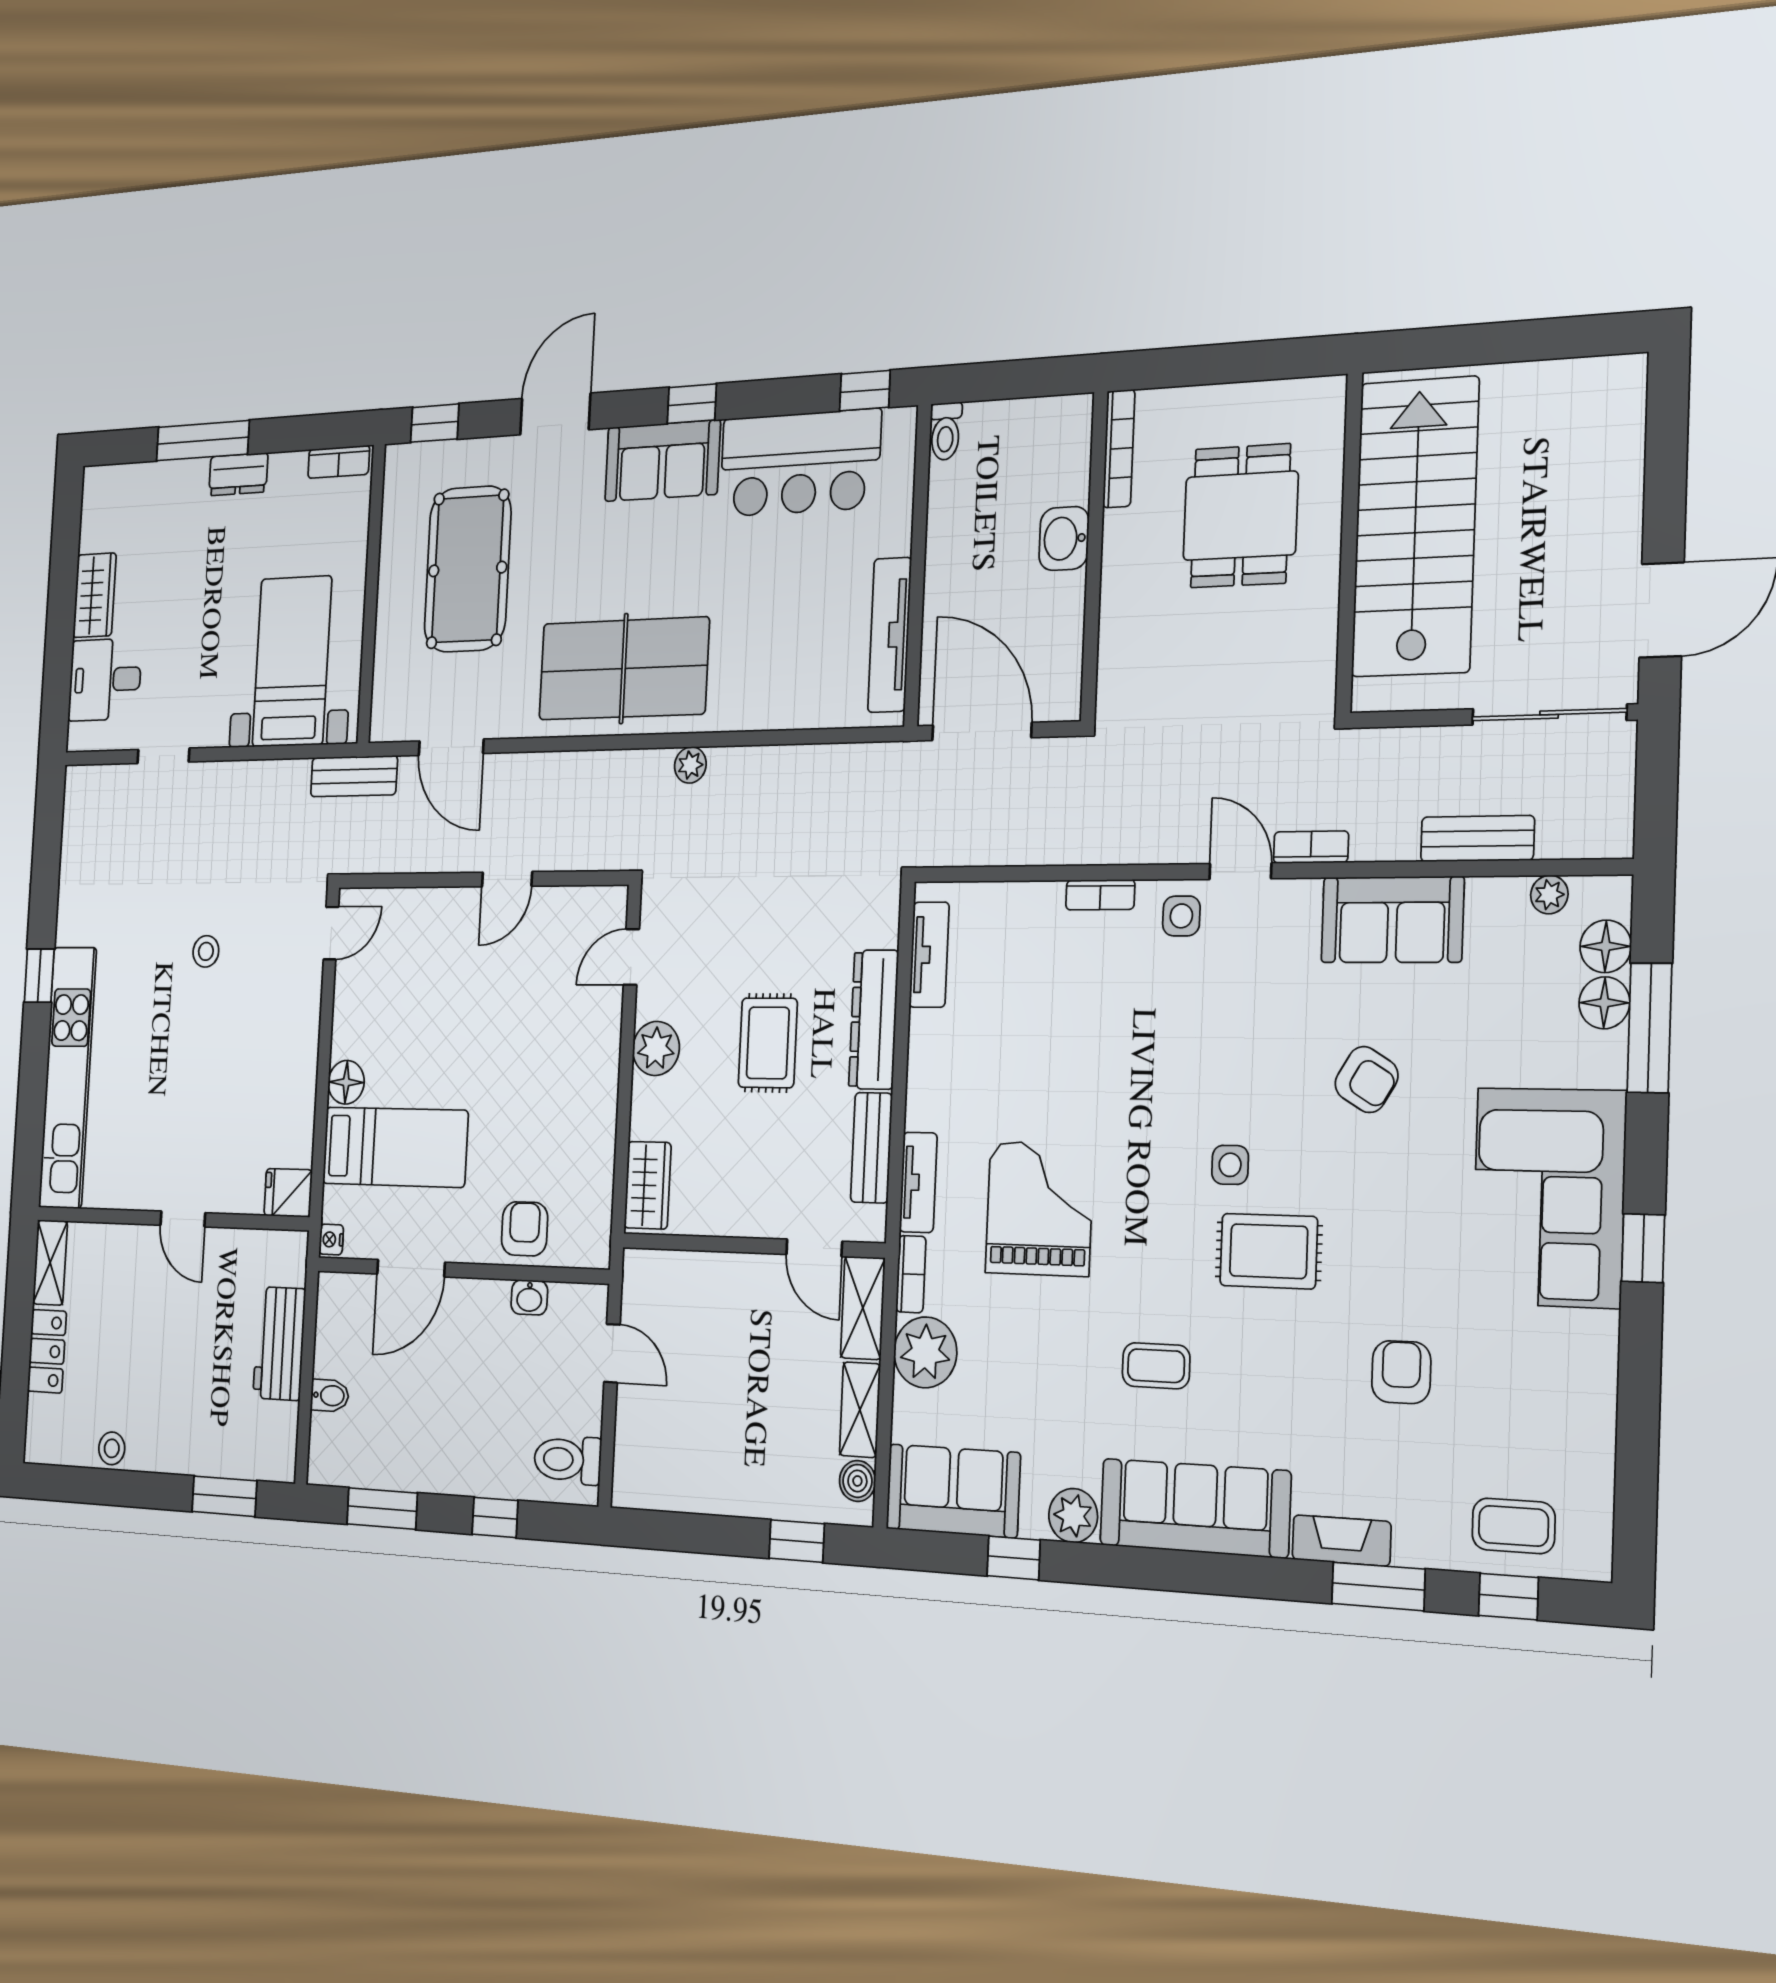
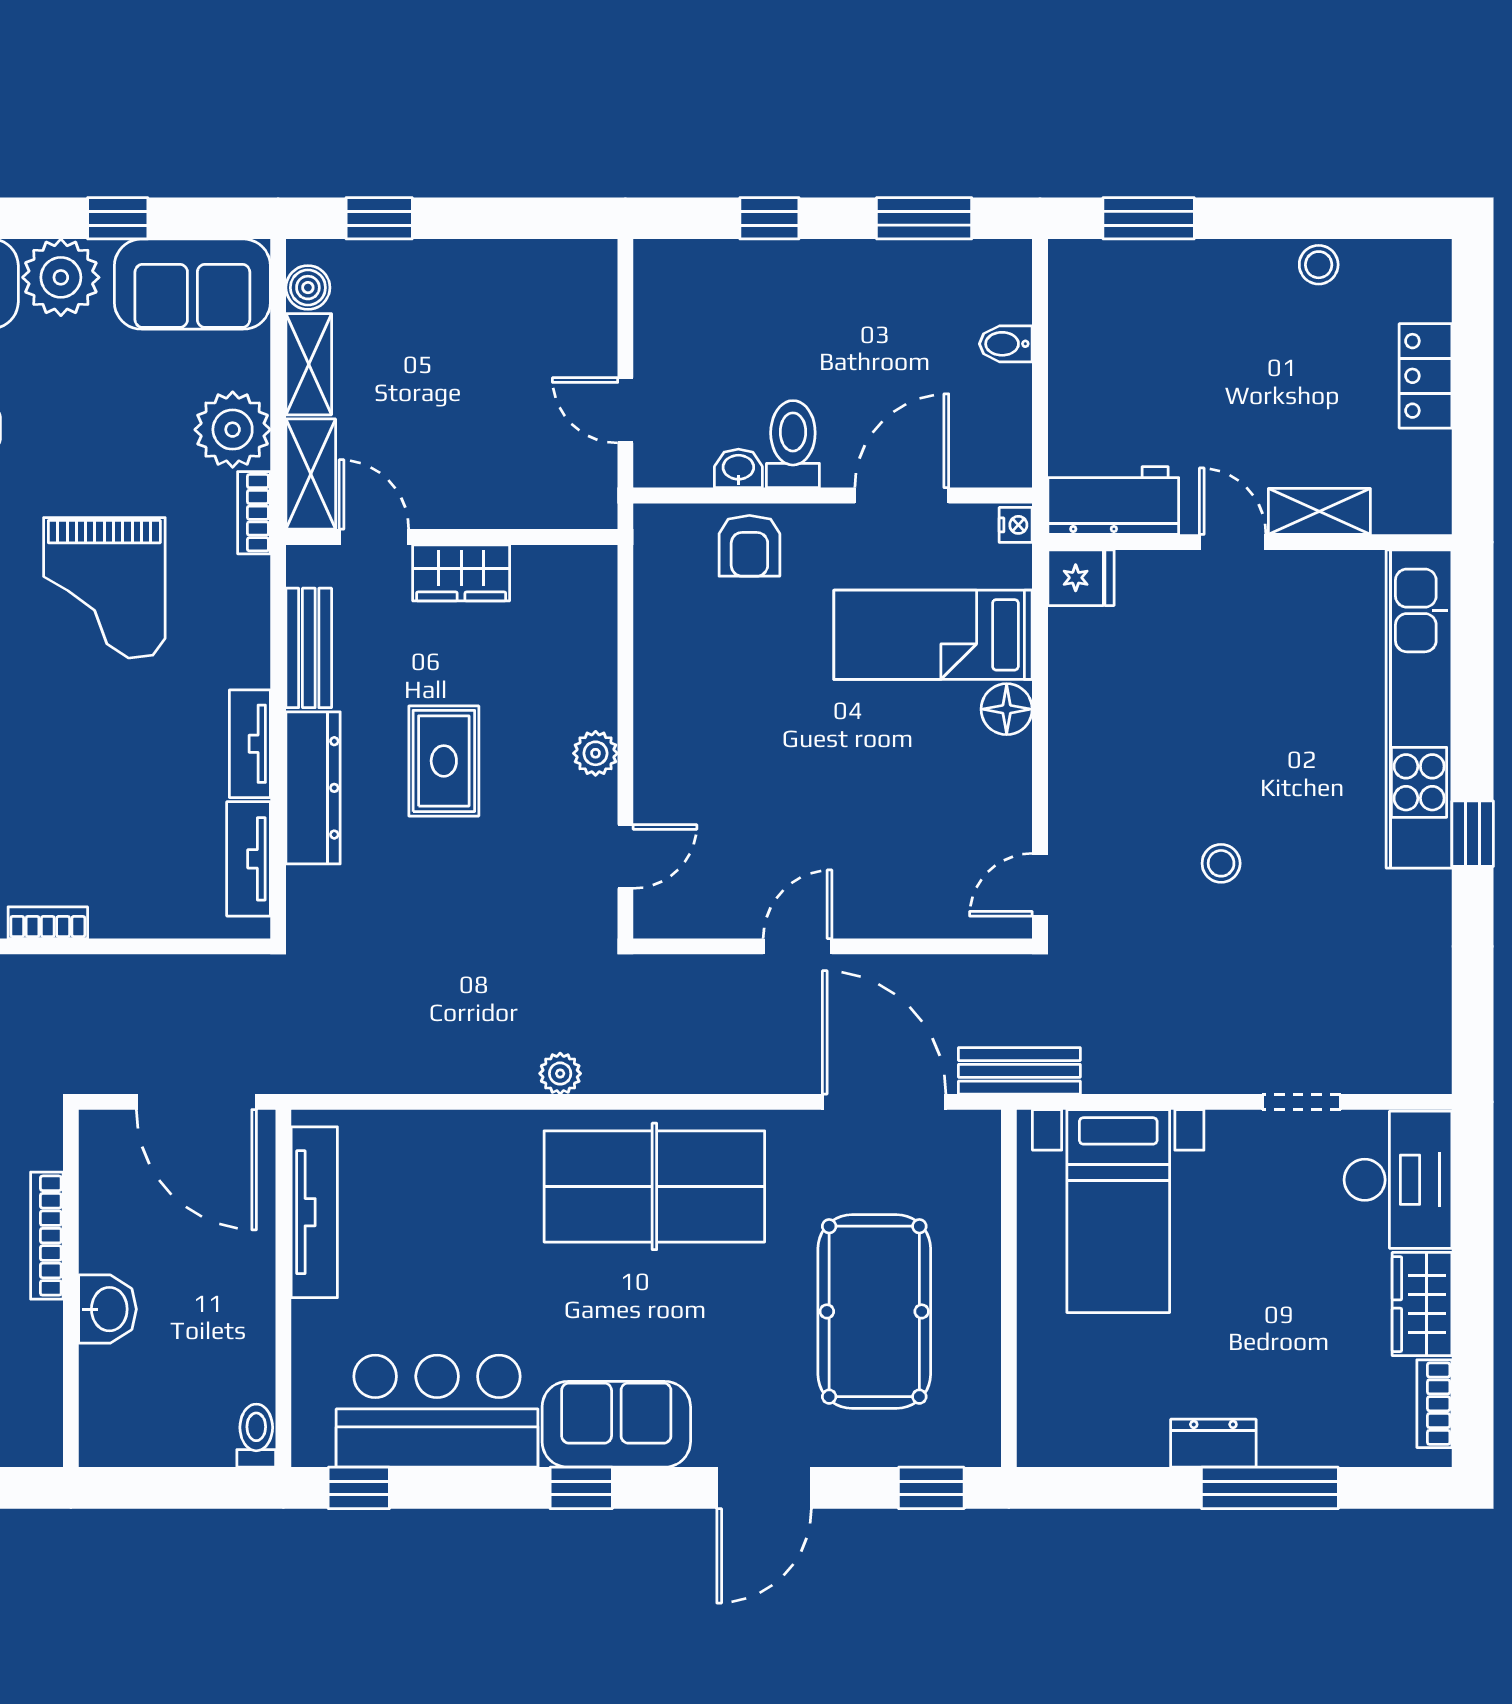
bookcase: (1119, 449) -> (47, 1236), moved
bookcase: (339, 462) -> (1434, 1404), moved, turned -90
desk: (105, 680) -> (1398, 1180), width x1.37
door: (451, 747) -> (884, 1102), width x1.36
plant: (656, 1048) -> (596, 753), width x0.73, depth x0.73
tv unit: (918, 1182) -> (250, 744), moved
wardrobe: (648, 1185) -> (461, 573), moved, turned -90
shelving: (50, 1263) -> (1319, 511), moved, turned 90
workbench: (279, 1343) -> (1113, 501), moved, turned -90
toilet: (568, 1460) -> (793, 444), moved, turned -90
plant: (1073, 1516) -> (61, 277), width x1.36, depth x1.36

